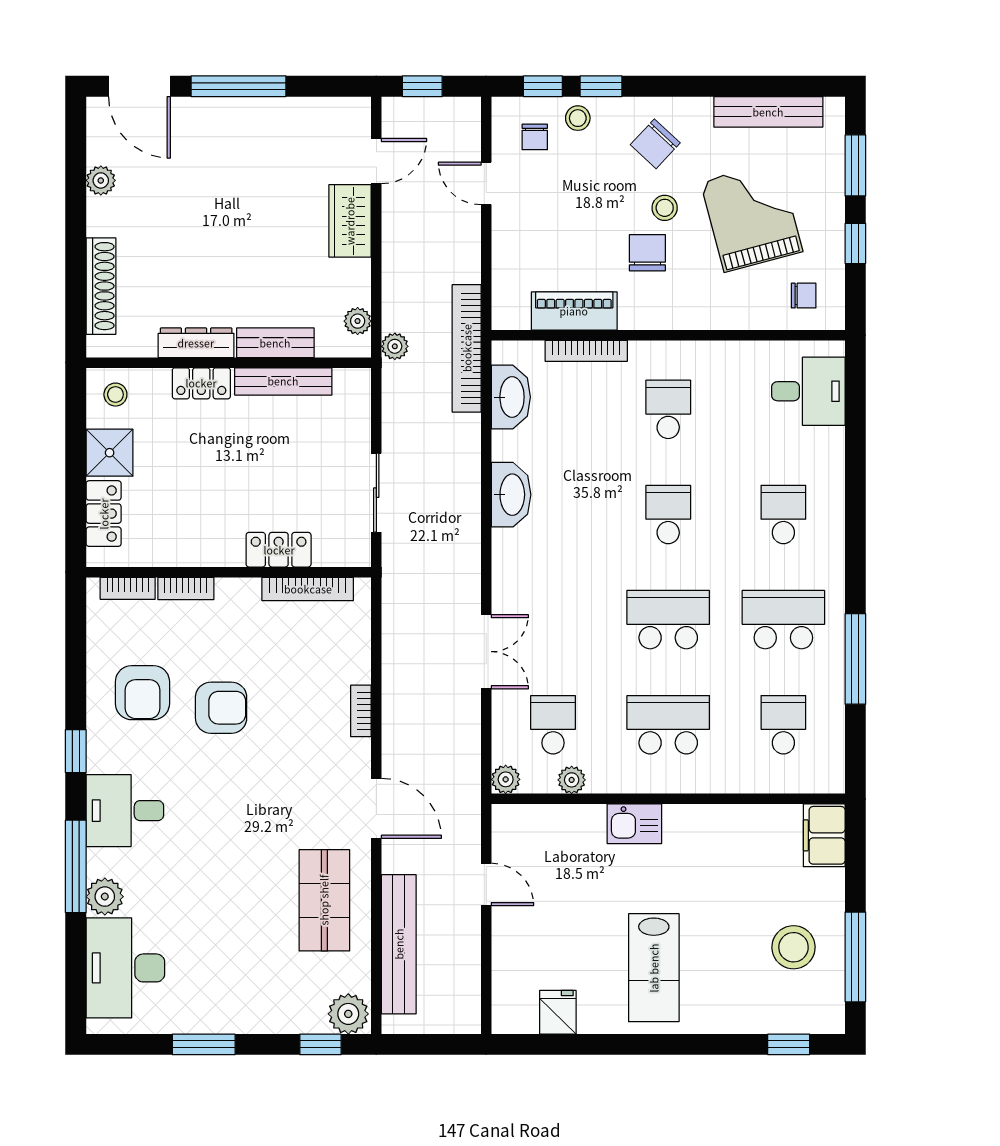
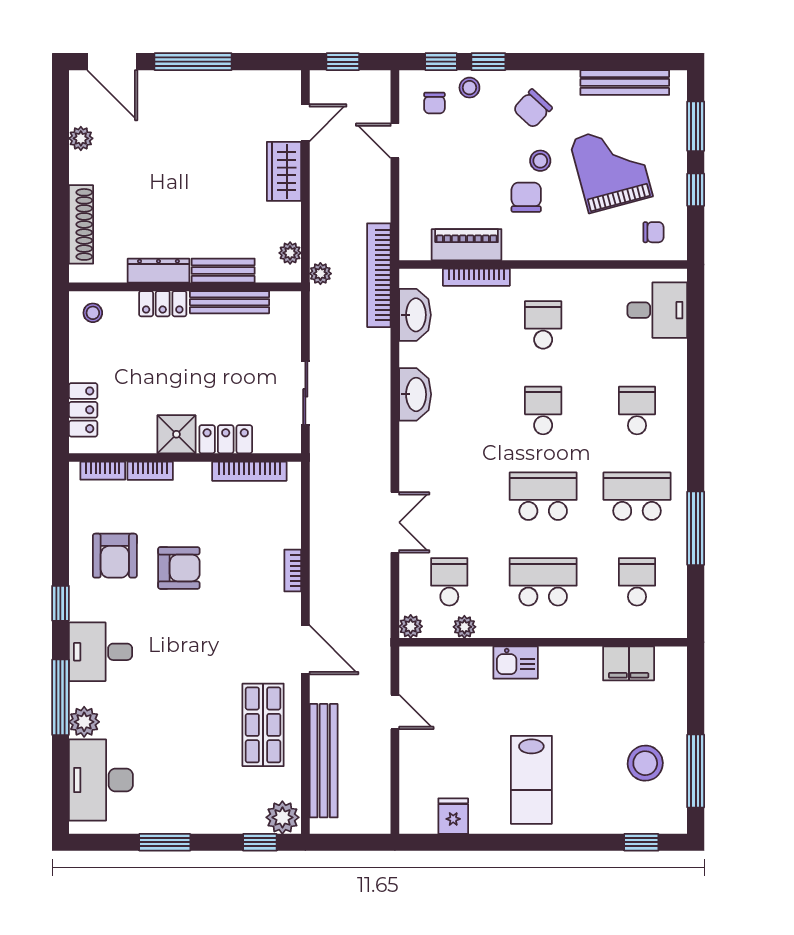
shower: (110, 453) -> (176, 434), moved
filing cabinet: (824, 835) -> (629, 663), moved, turned -90

